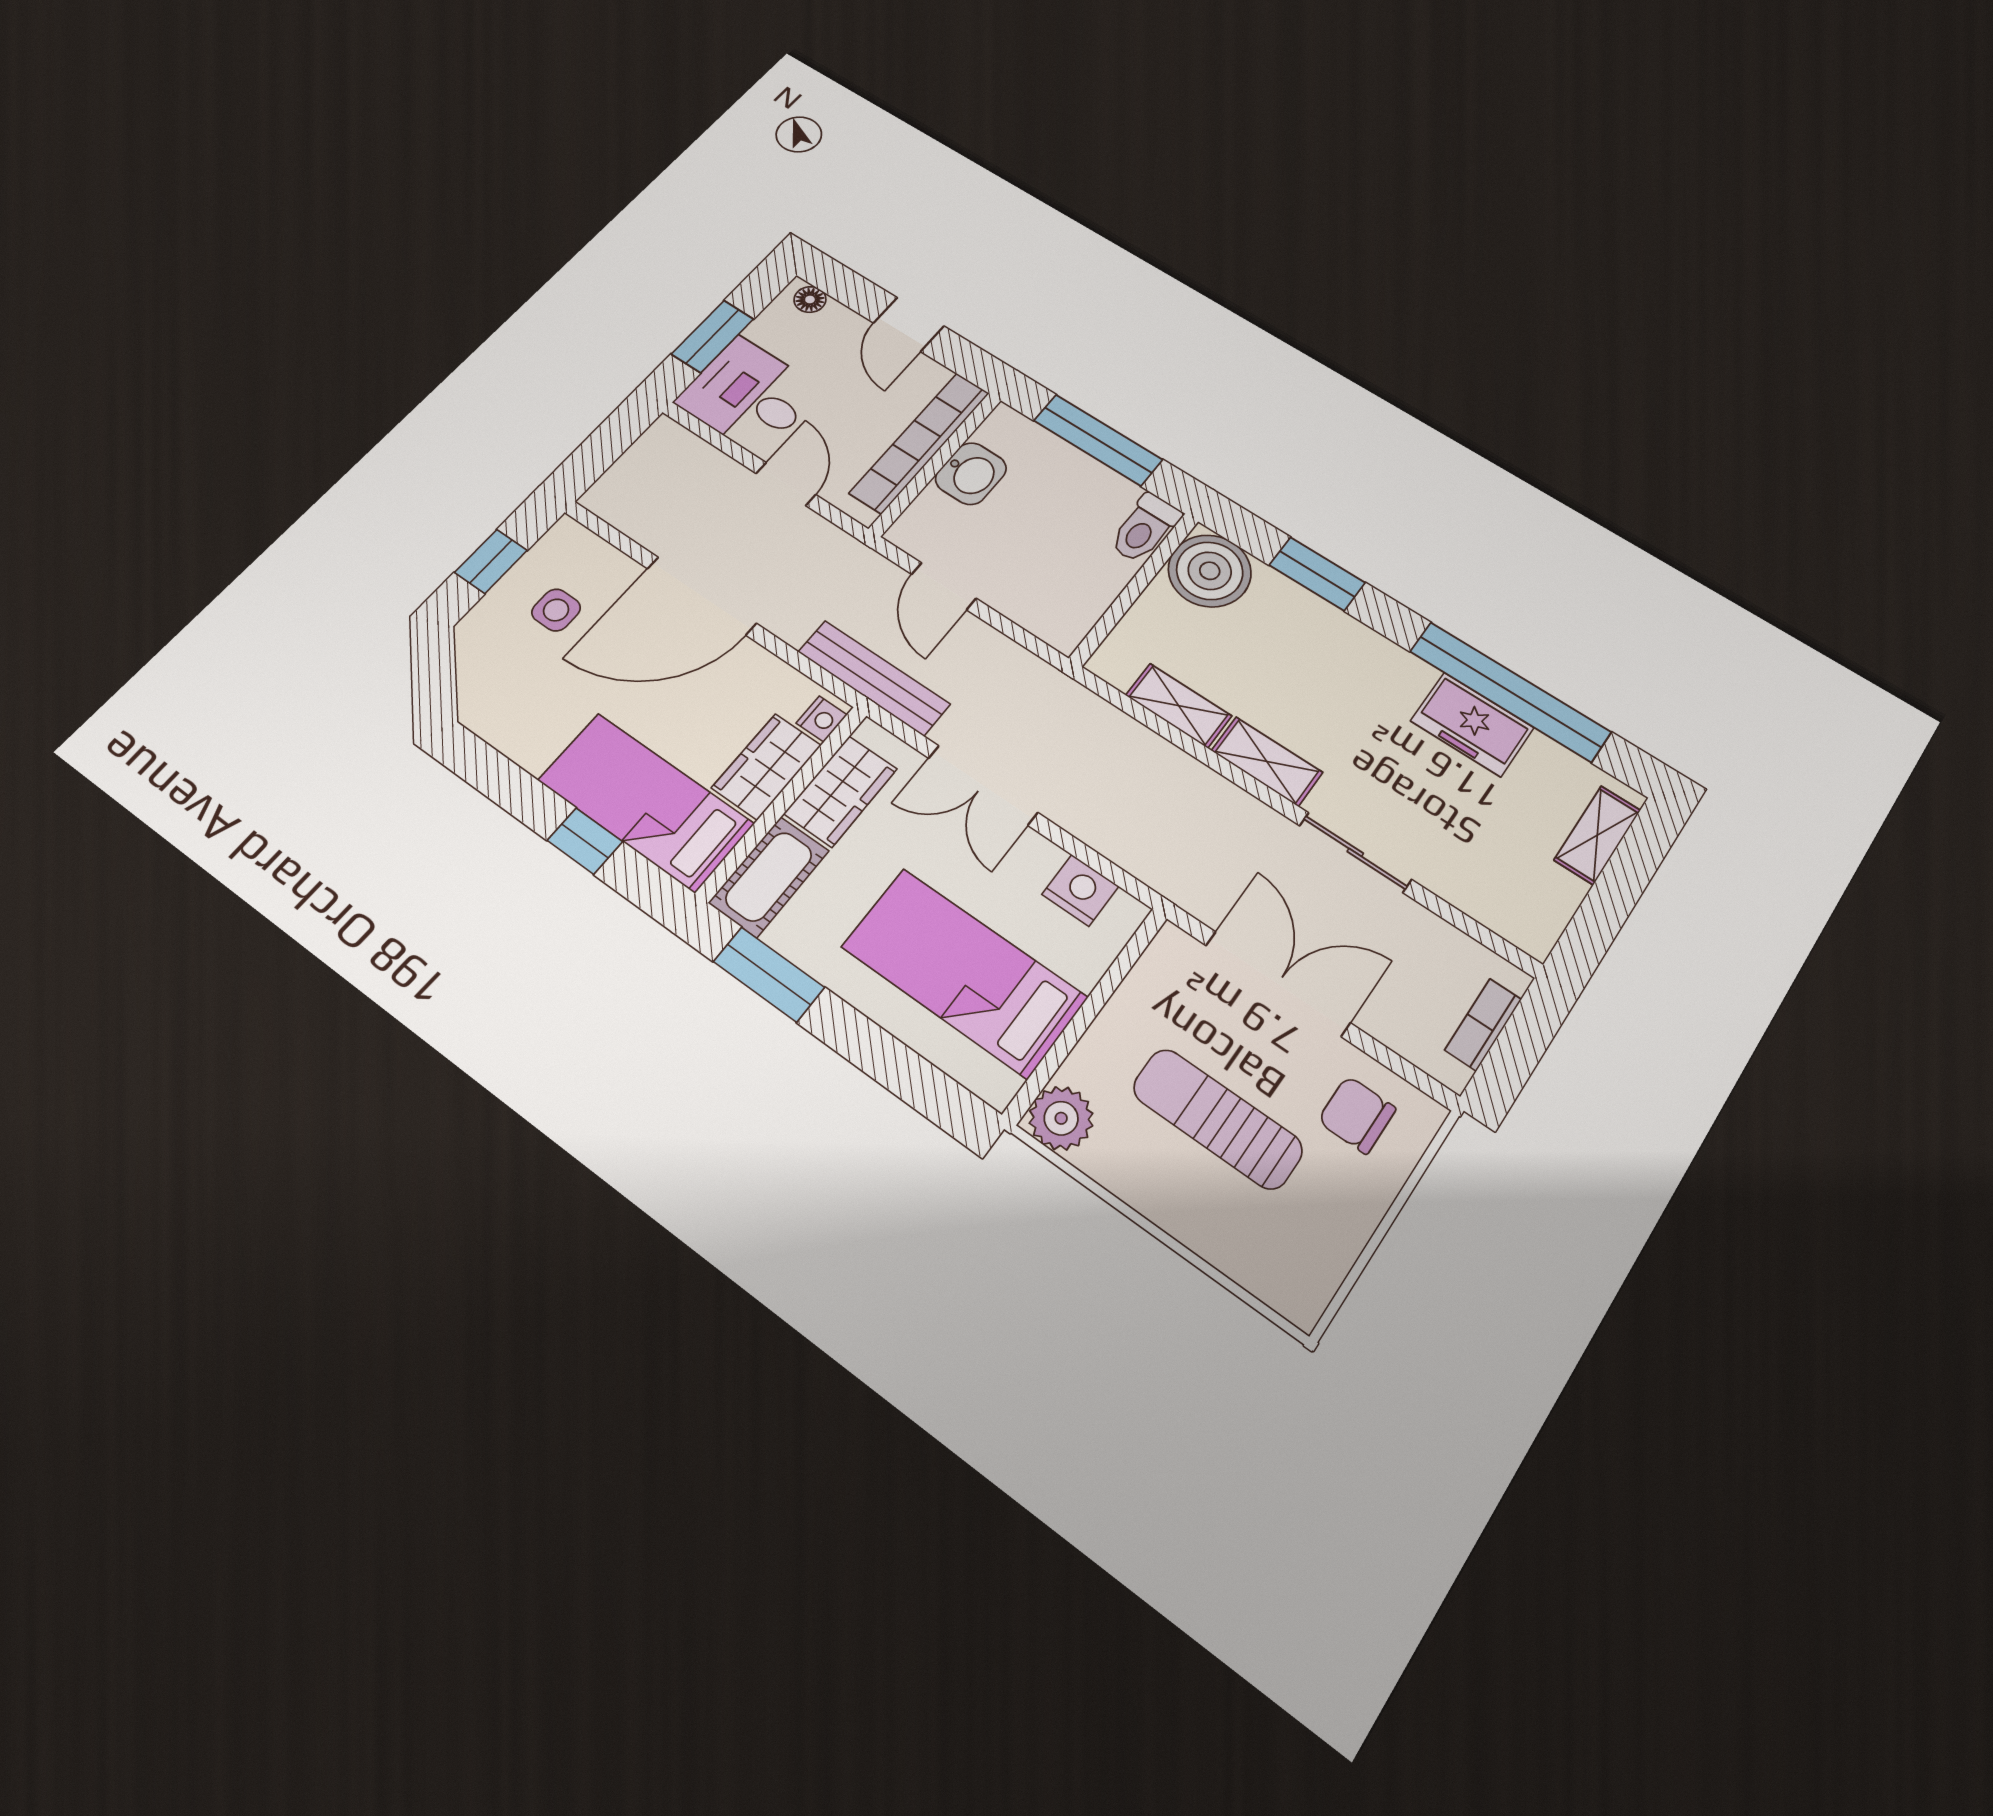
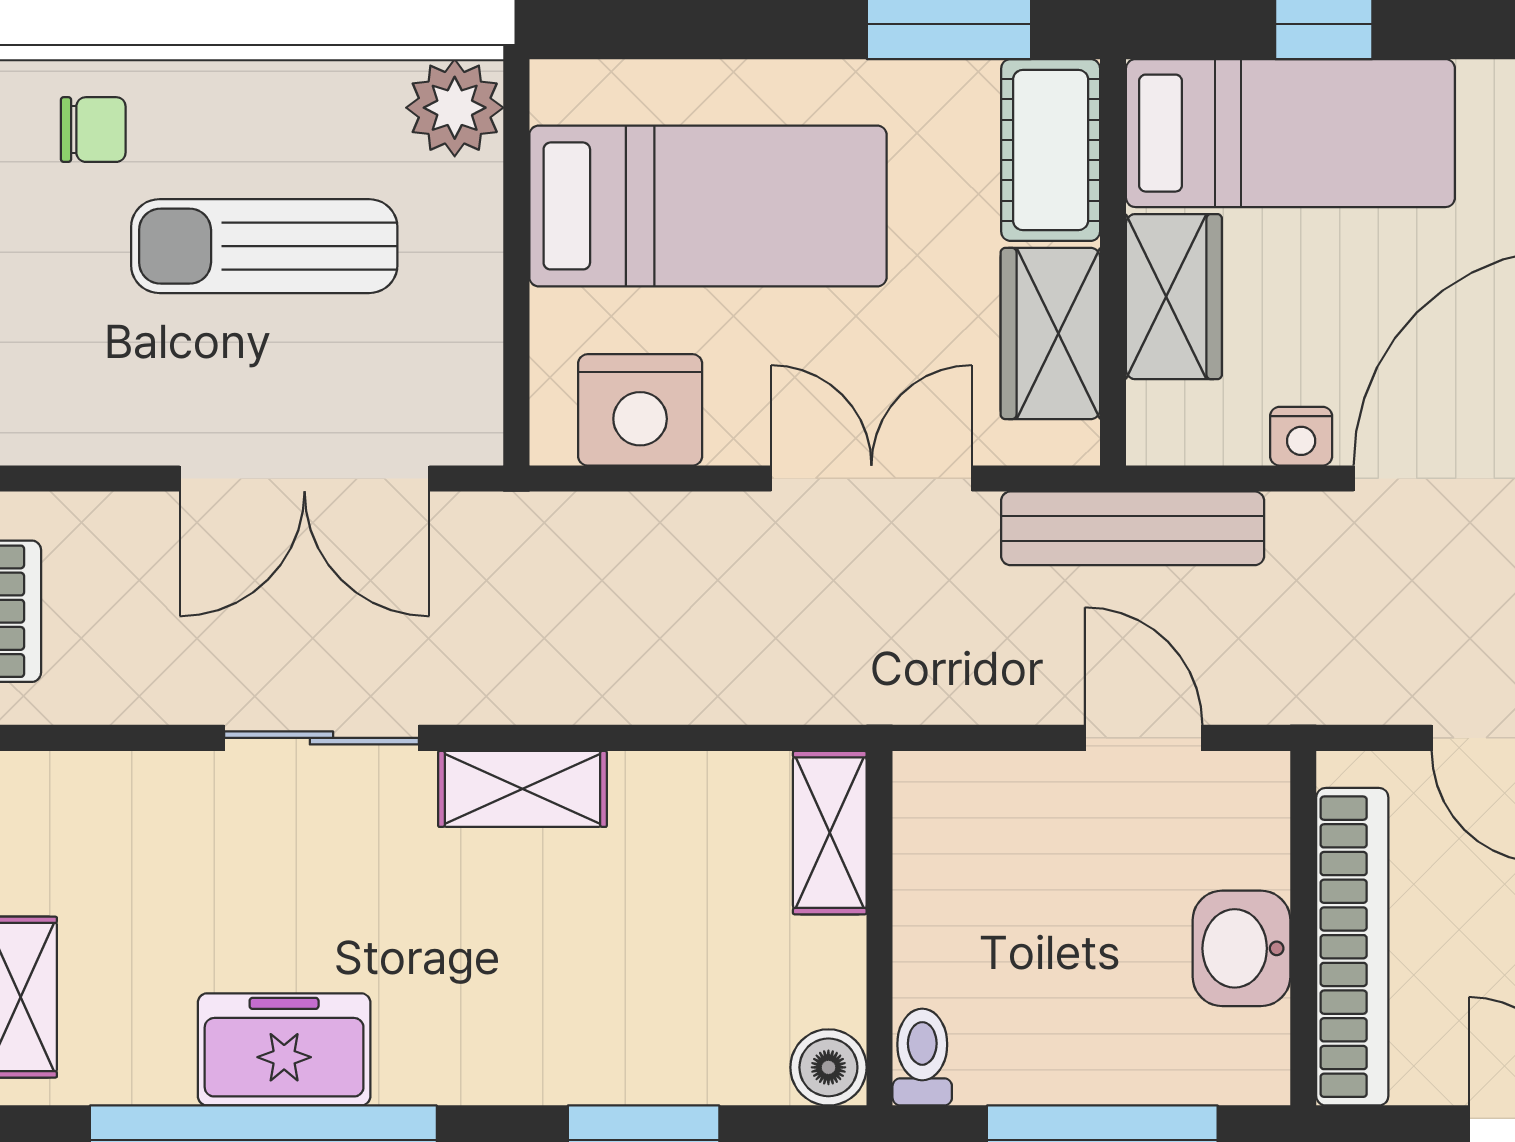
toilet: (1145, 528) -> (922, 1057), width x0.73, depth x0.72
boiler: (1210, 571) -> (828, 1067), width x0.54, depth x0.54
shelving: (1179, 706) -> (830, 833), moved, turned 90
nightstand: (822, 719) -> (1301, 436), moved, turned -90
nightstand: (1080, 890) -> (640, 410), width x1.36, depth x1.33
chair: (1357, 1115) -> (93, 130), moved, width x0.73, depth x0.73
sun lounger: (1218, 1119) -> (264, 246), turned 180

